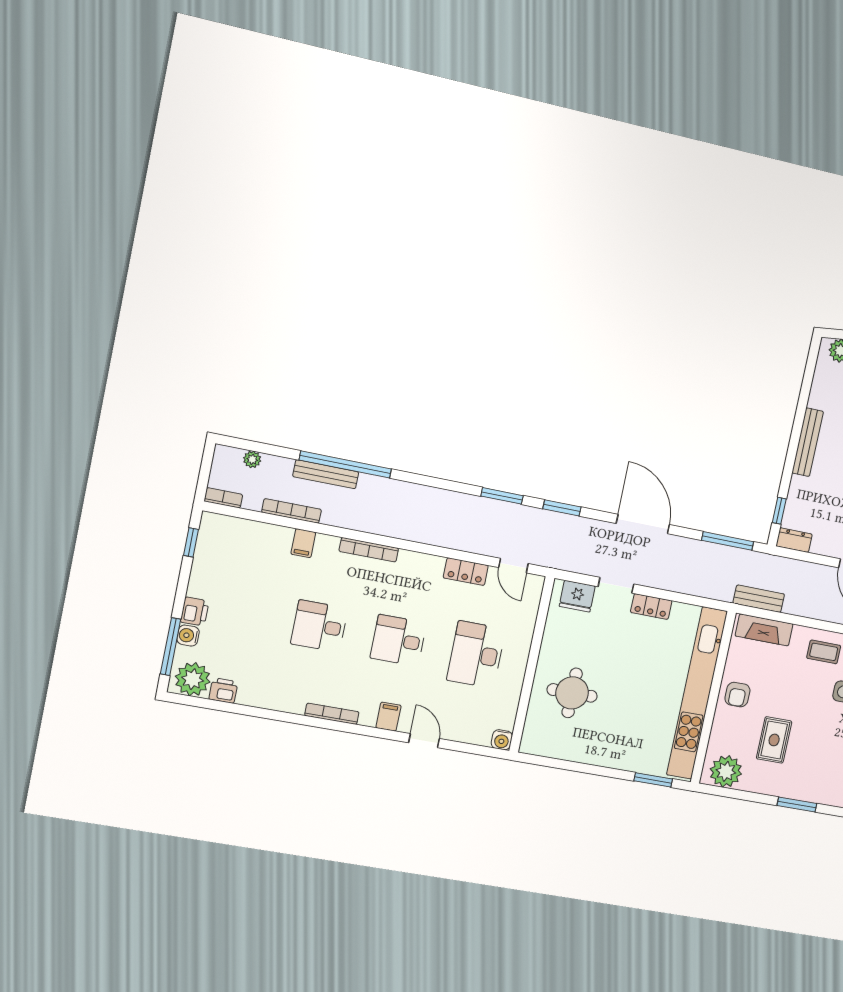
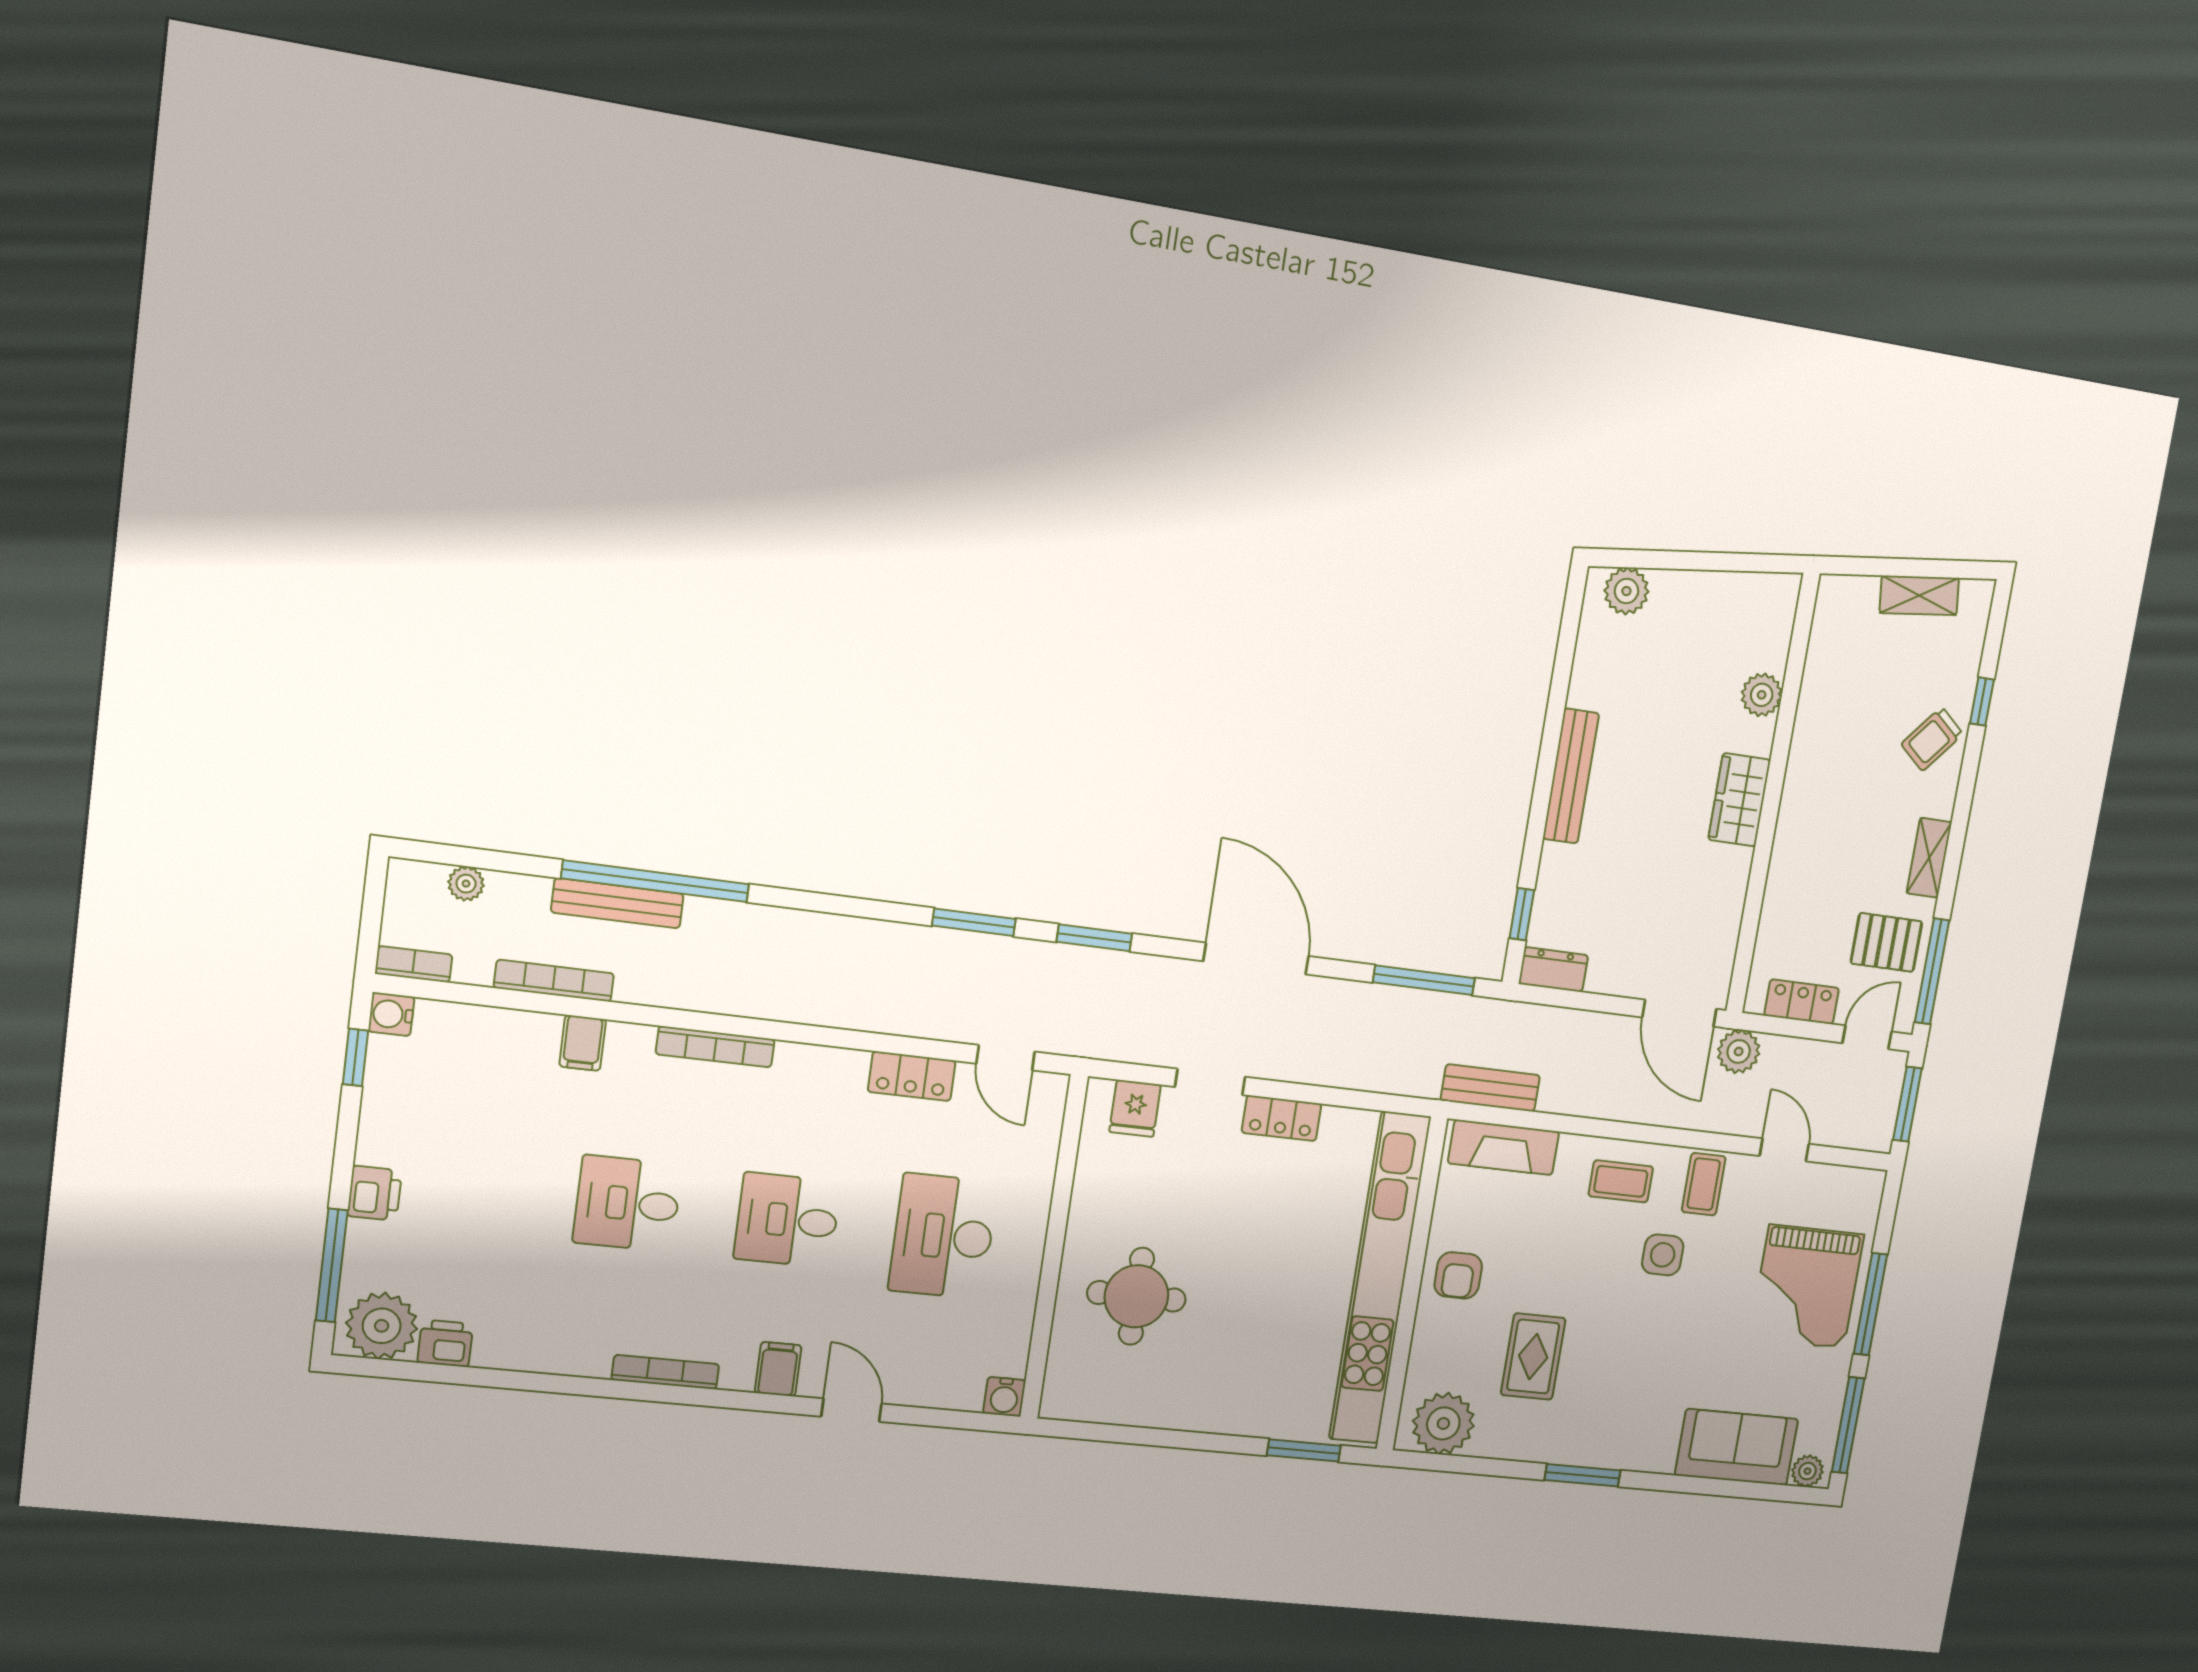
fridge: (577, 596) -> (1135, 1108), width x0.72
water cooler: (188, 636) -> (391, 1014), moved

